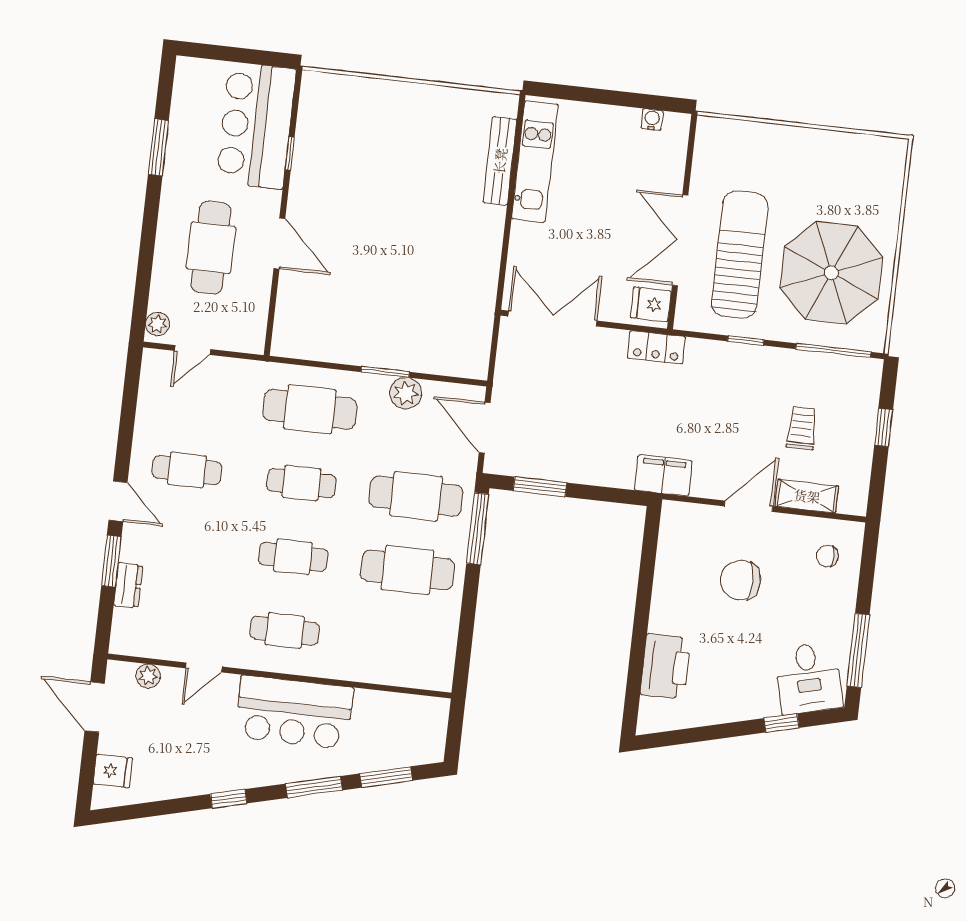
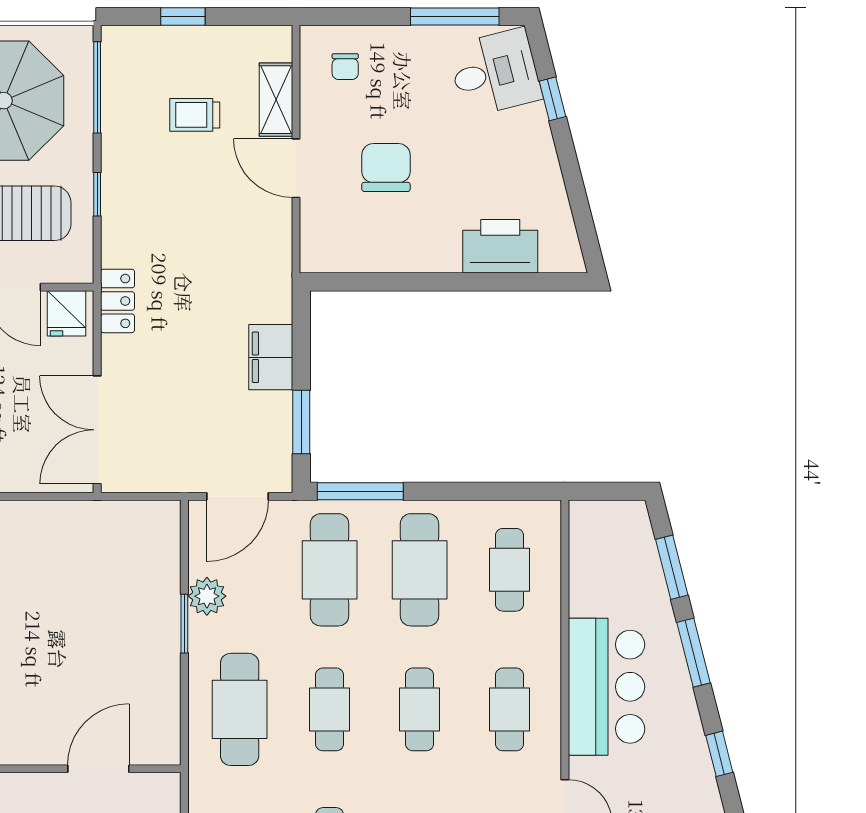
door: (279, 244) -> (98, 769), moved
filing cabinet: (663, 475) -> (271, 357), moved
chair: (741, 580) -> (386, 168), turned 180
cafe table: (399, 644) -> (510, 570), added

